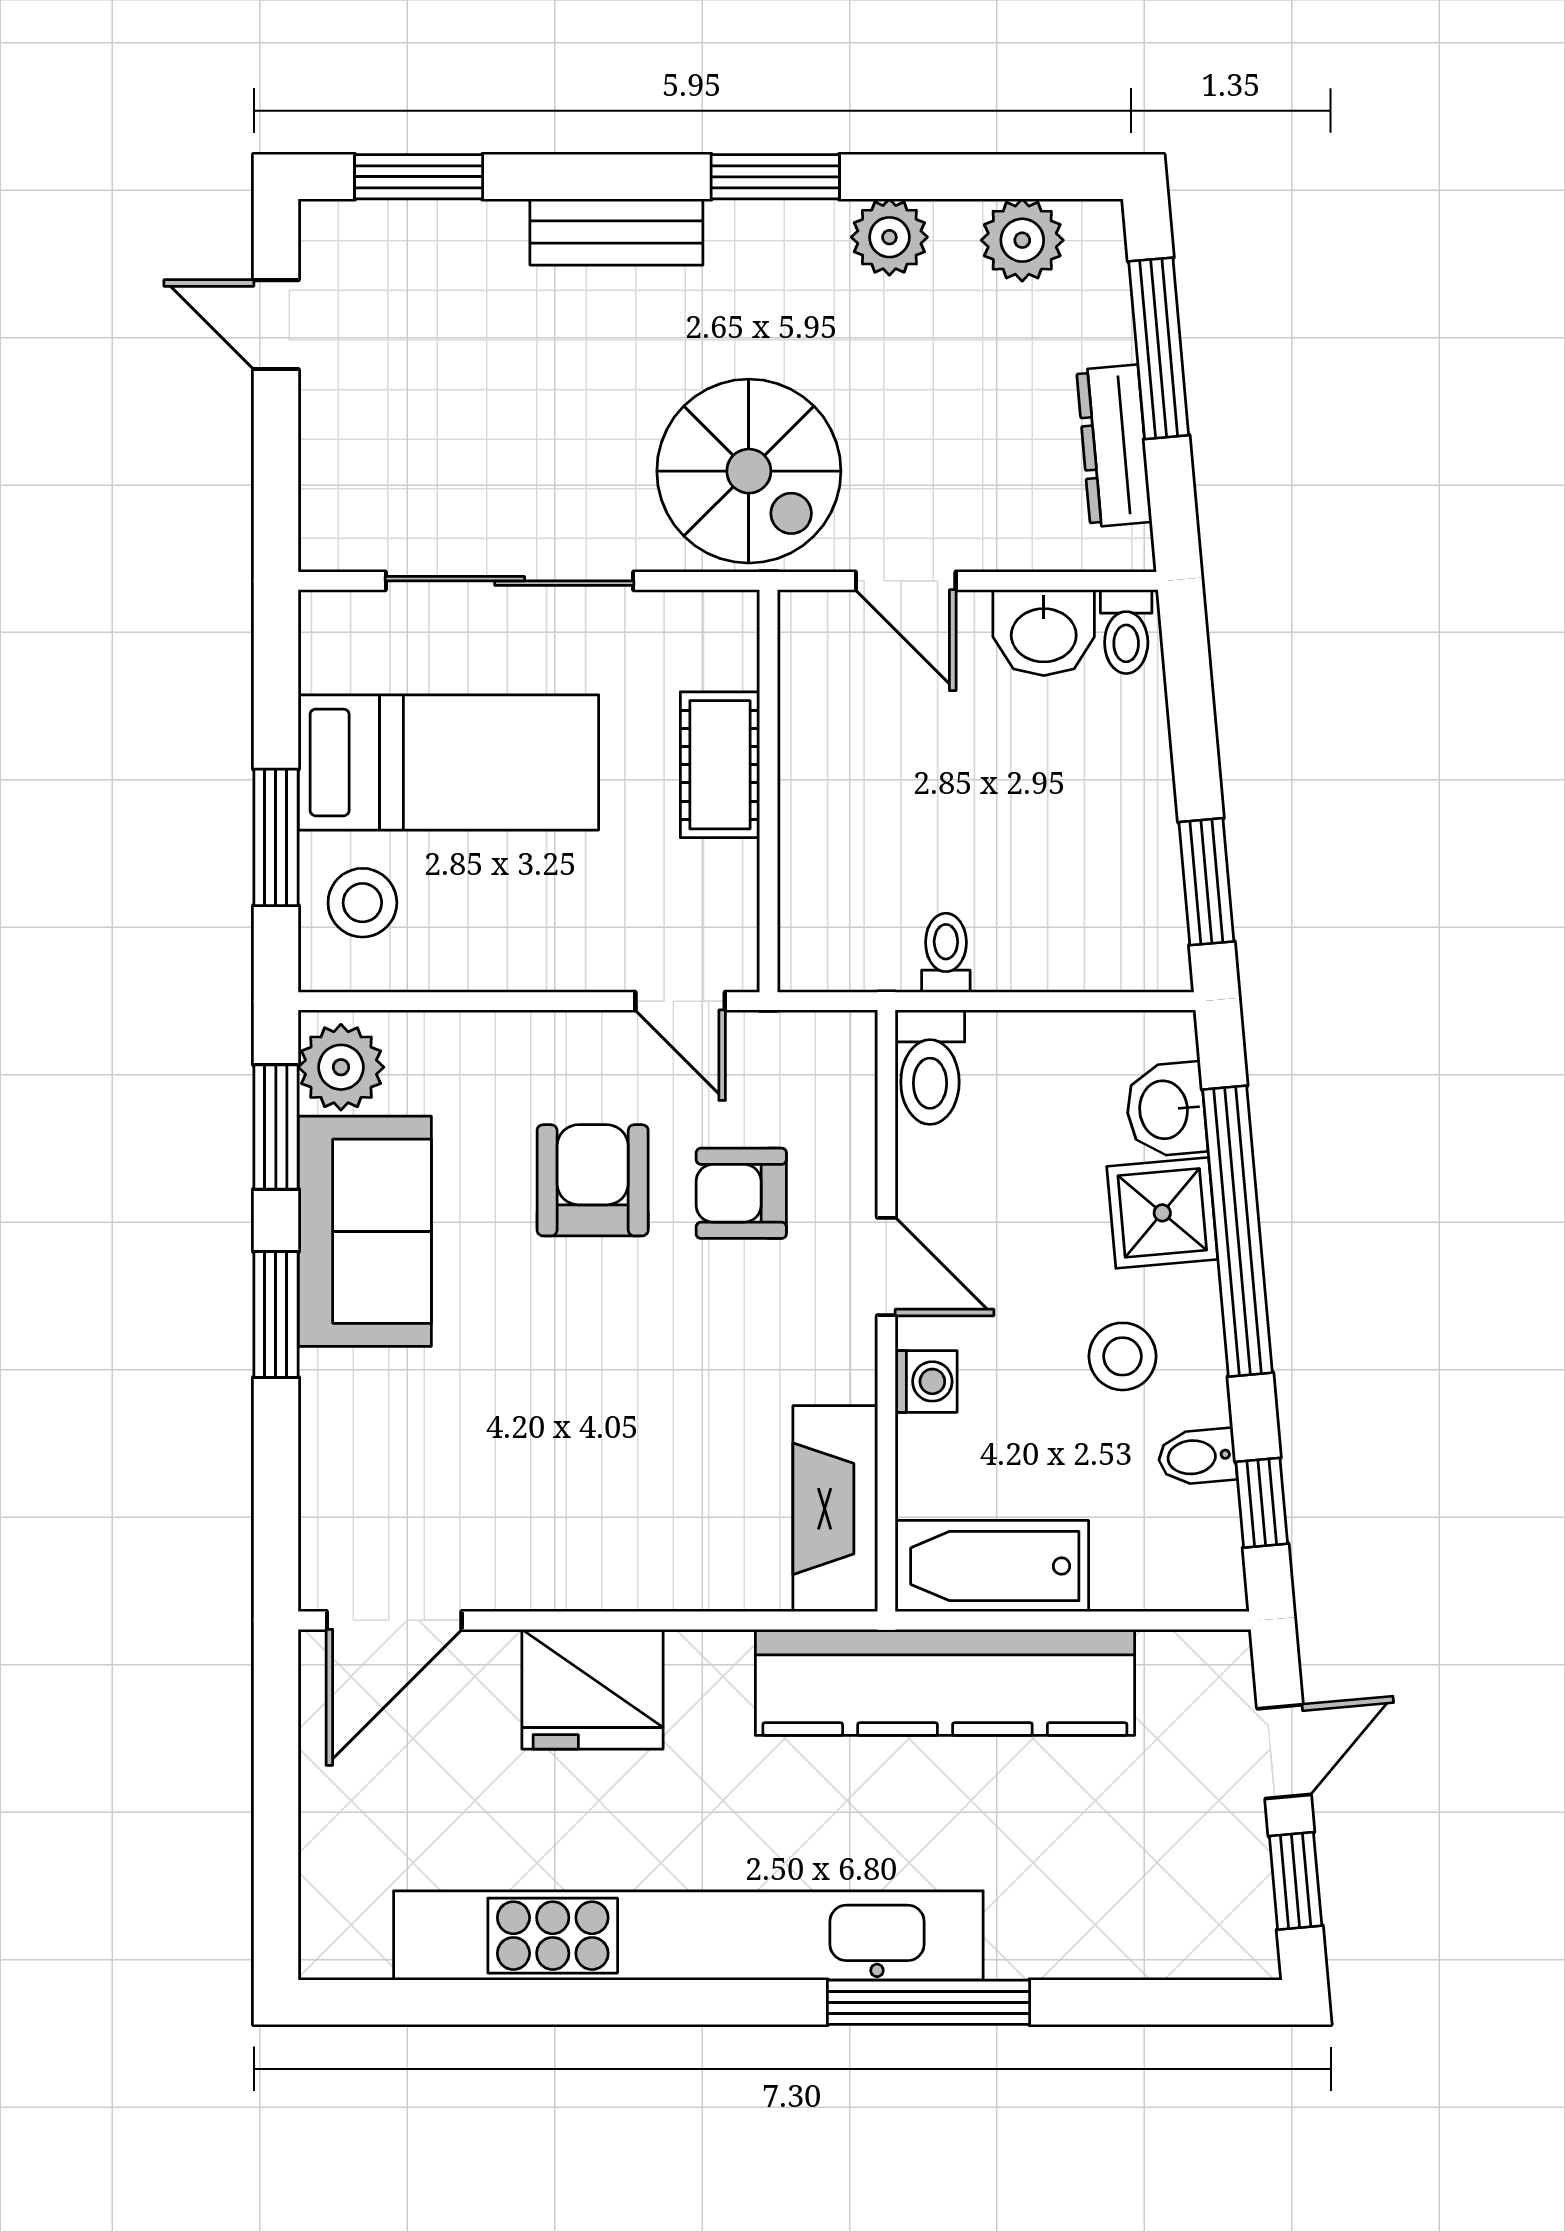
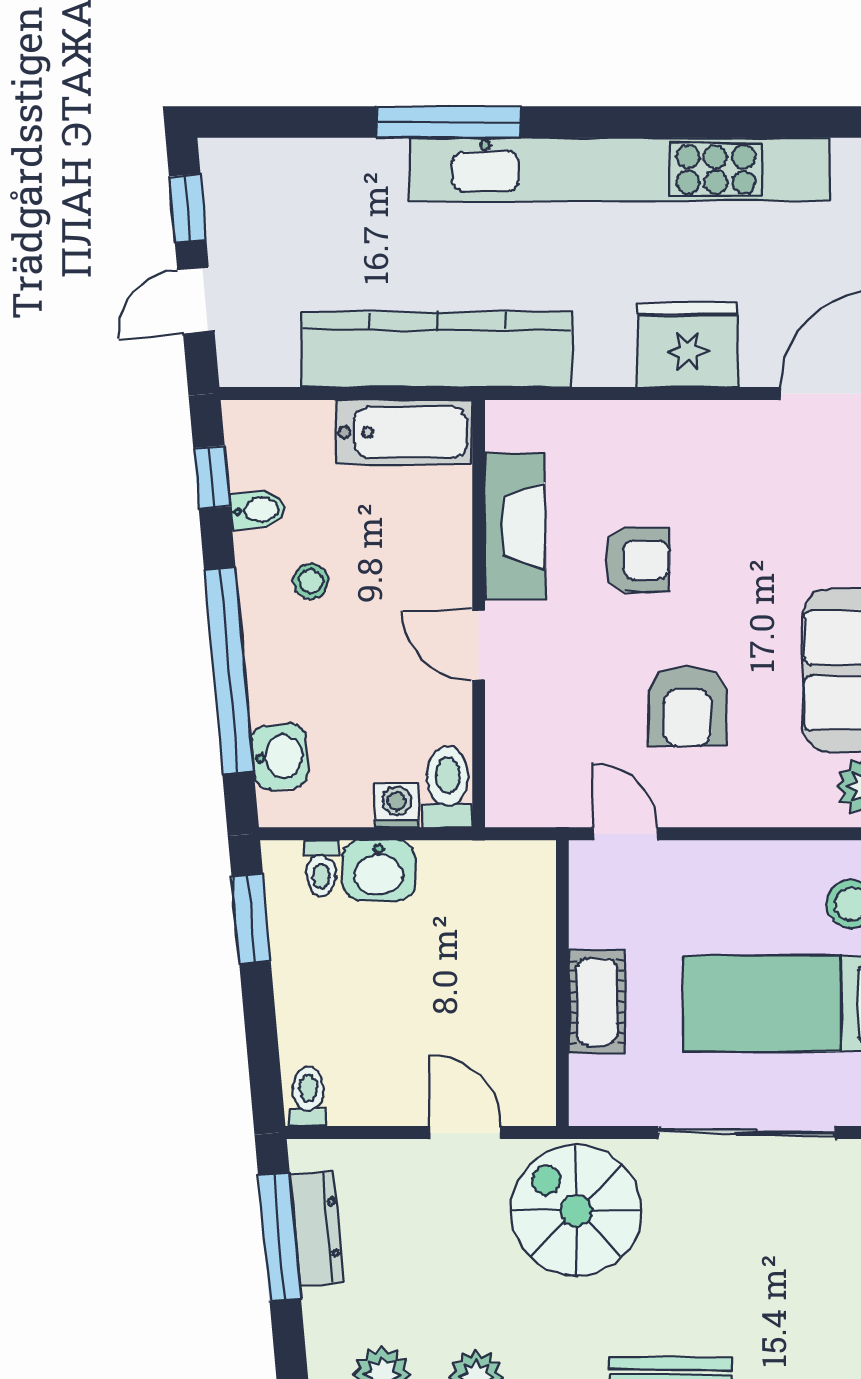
window: (1159, 348) -> (280, 1237), moved
washbasin: (1044, 633) -> (379, 871), moved, turned 180
toilet: (946, 953) -> (321, 868), moved
armchair: (741, 1193) -> (637, 560), moved
shower: (1162, 1213) -> (282, 683), removed
stool: (1123, 1356) -> (311, 581), width x0.73, depth x0.73
washing machine: (926, 1381) -> (397, 806), moved, turned 90
fireplace: (835, 1509) -> (515, 526), moved

